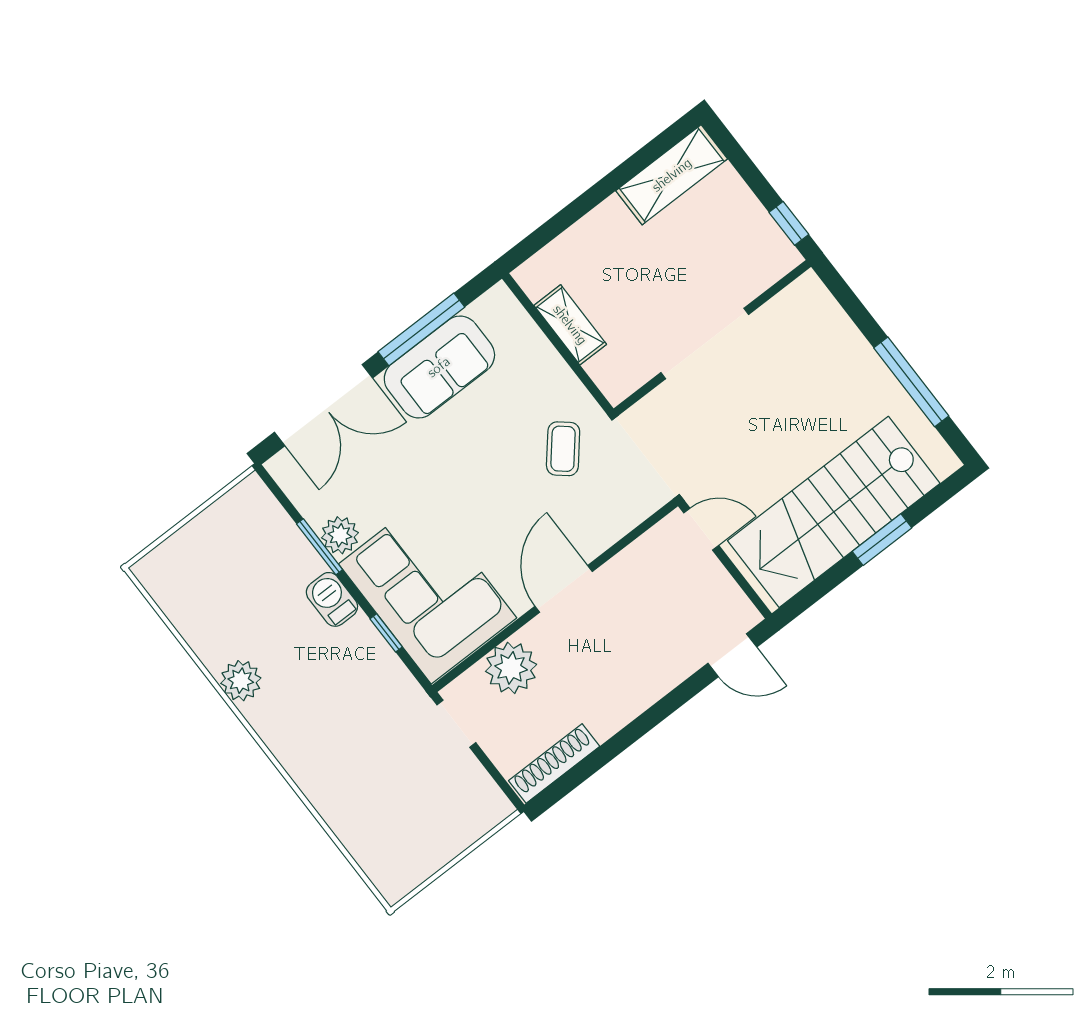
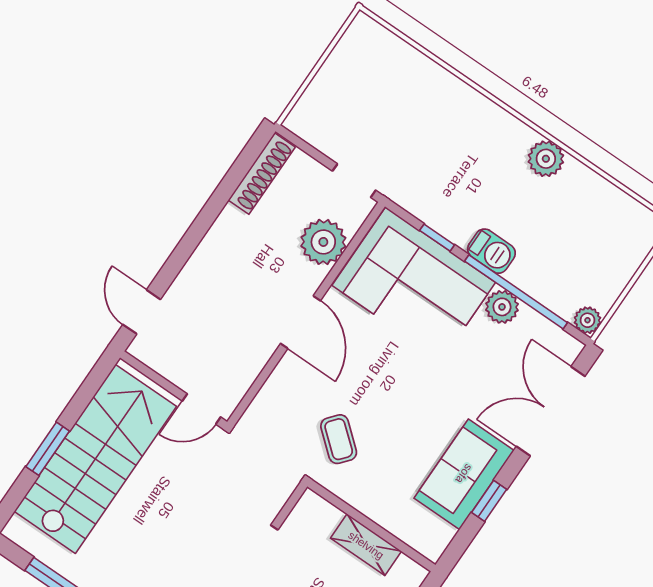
window: (421, 329) -> (489, 501), width x0.46
plant: (252, 491) -> (587, 320), added
window: (320, 547) -> (516, 292), width x2.11
door: (732, 655) -> (142, 312), hinge flipped

